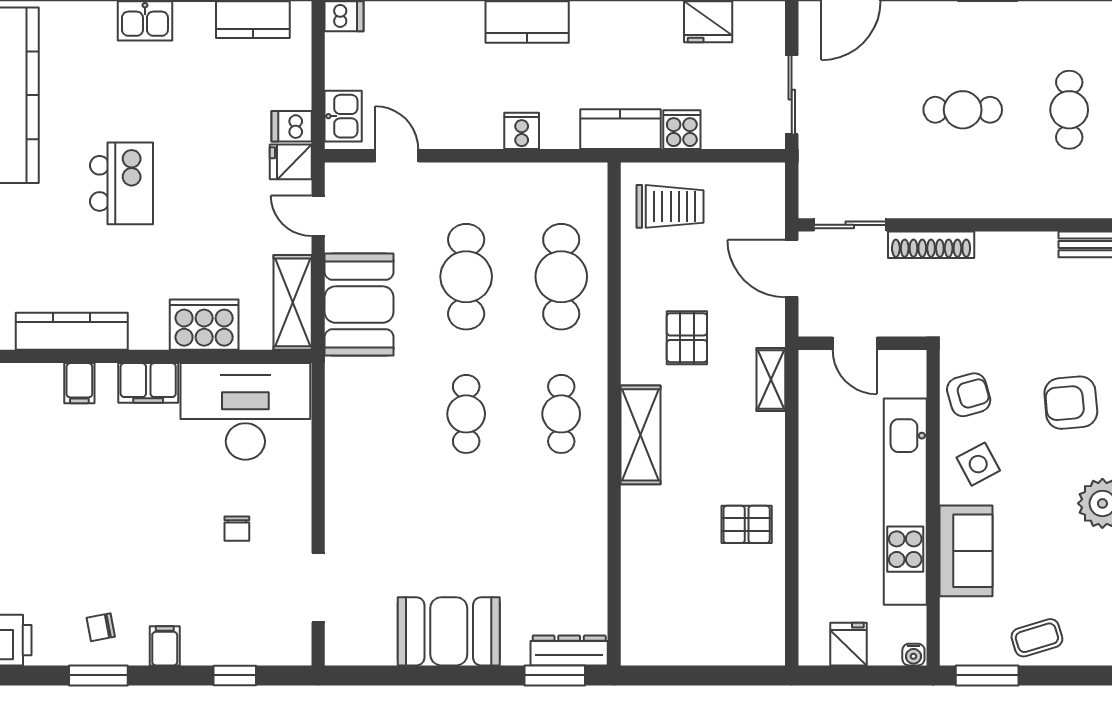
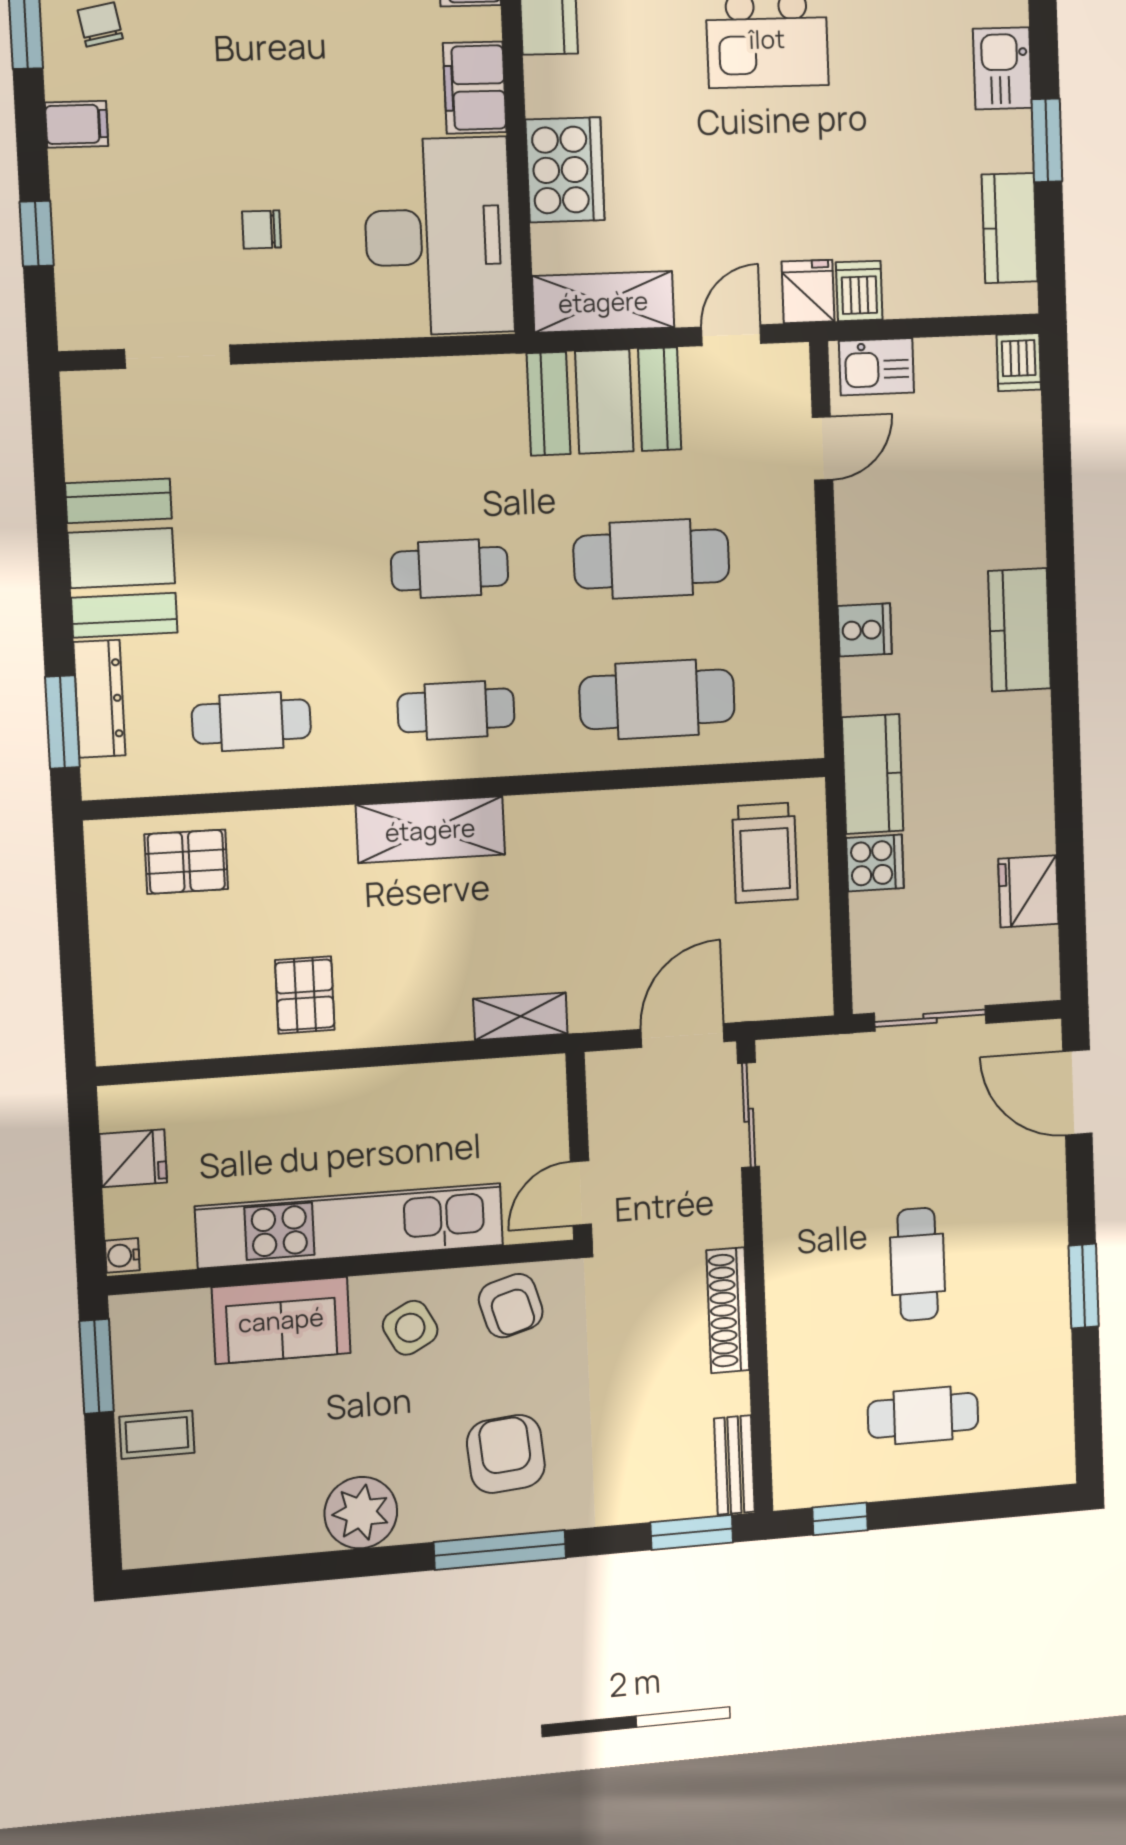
shoe rack: (931, 245) -> (728, 1310), moved
pallet: (687, 338) -> (186, 862), moved
door: (855, 343) -> (581, 1193), moved
cafe table: (561, 551) -> (251, 722), added
coffee table: (1037, 638) -> (157, 1435), turned -73
dresser: (569, 650) -> (99, 699), moved

